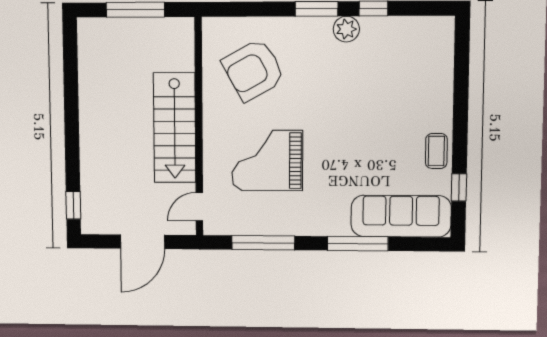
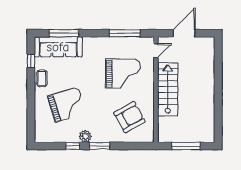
grand piano: (385, 96) -> (67, 105), added
window: (73, 205) -> (218, 51), removed
window: (358, 244) -> (64, 33), moved

